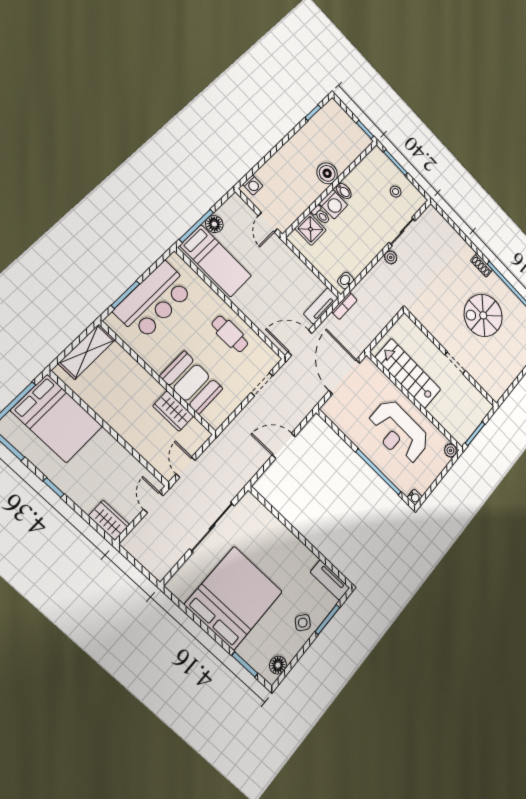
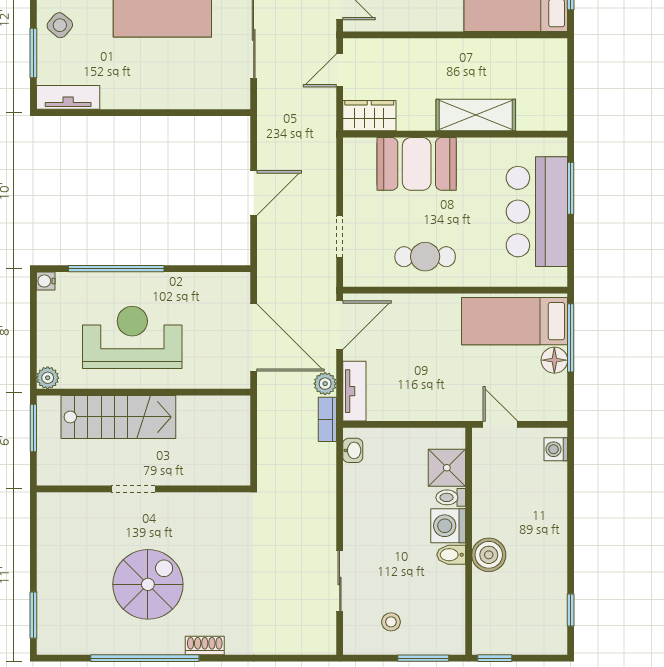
plant: (391, 257) -> (325, 384), moved
shelving: (87, 352) -> (476, 115), moved, turned 90
stairs: (408, 374) -> (118, 417), moved
wardrobe: (173, 411) -> (369, 116), moved
door: (186, 467) -> (340, 70), swing flipped

